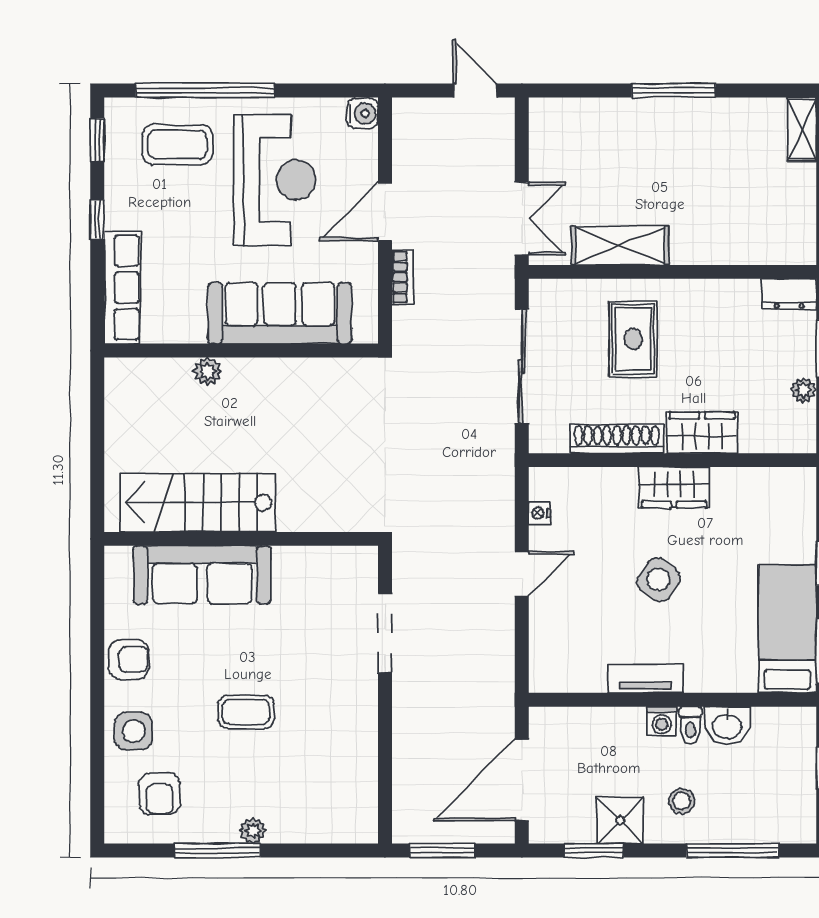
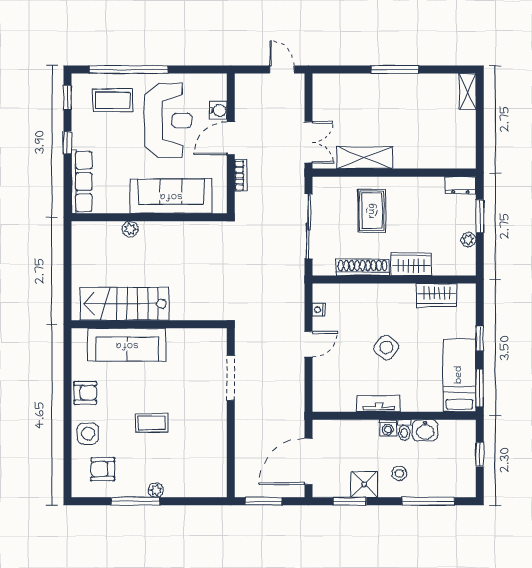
water cooler: (363, 113) -> (218, 110), moved
wardrobe: (674, 488) -> (437, 295), moved
armchair: (159, 794) -> (103, 469), turned 92

